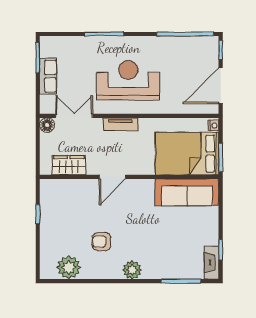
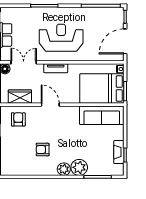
door: (112, 177) -> (50, 105), swing flipped
armchair: (66, 198) -> (18, 119), added
fireplace: (212, 262) -> (119, 152), moved
plant: (69, 267) -> (79, 167), moved

